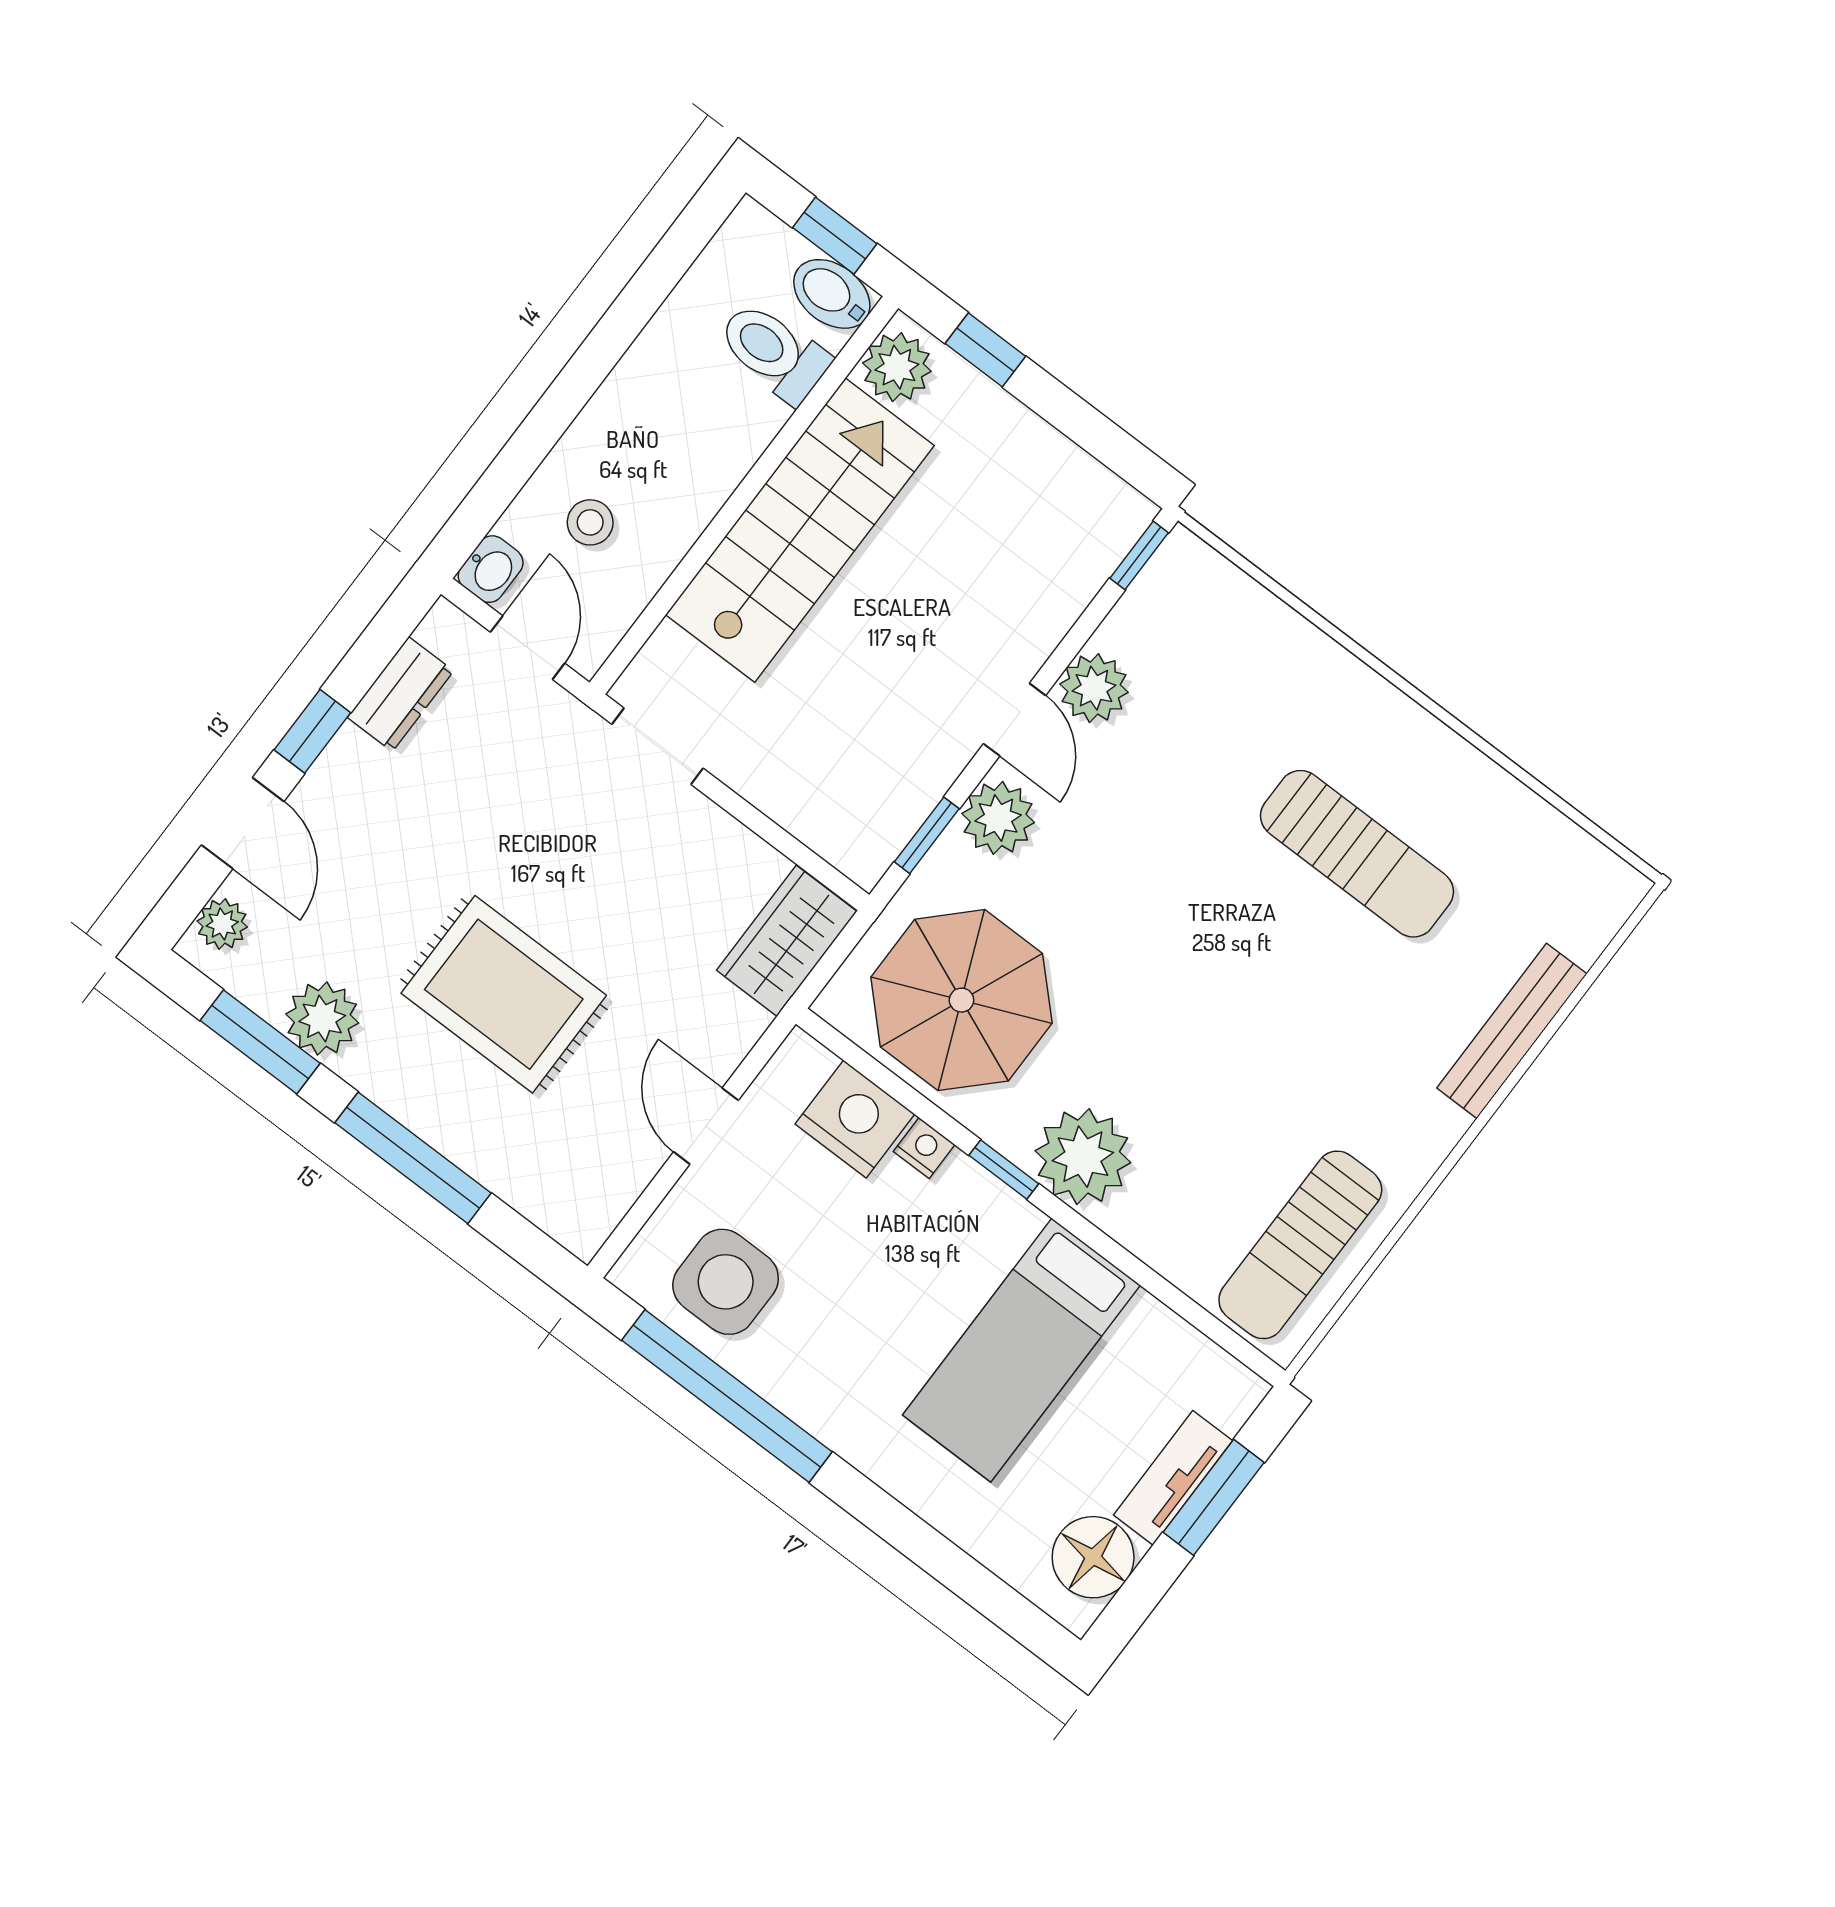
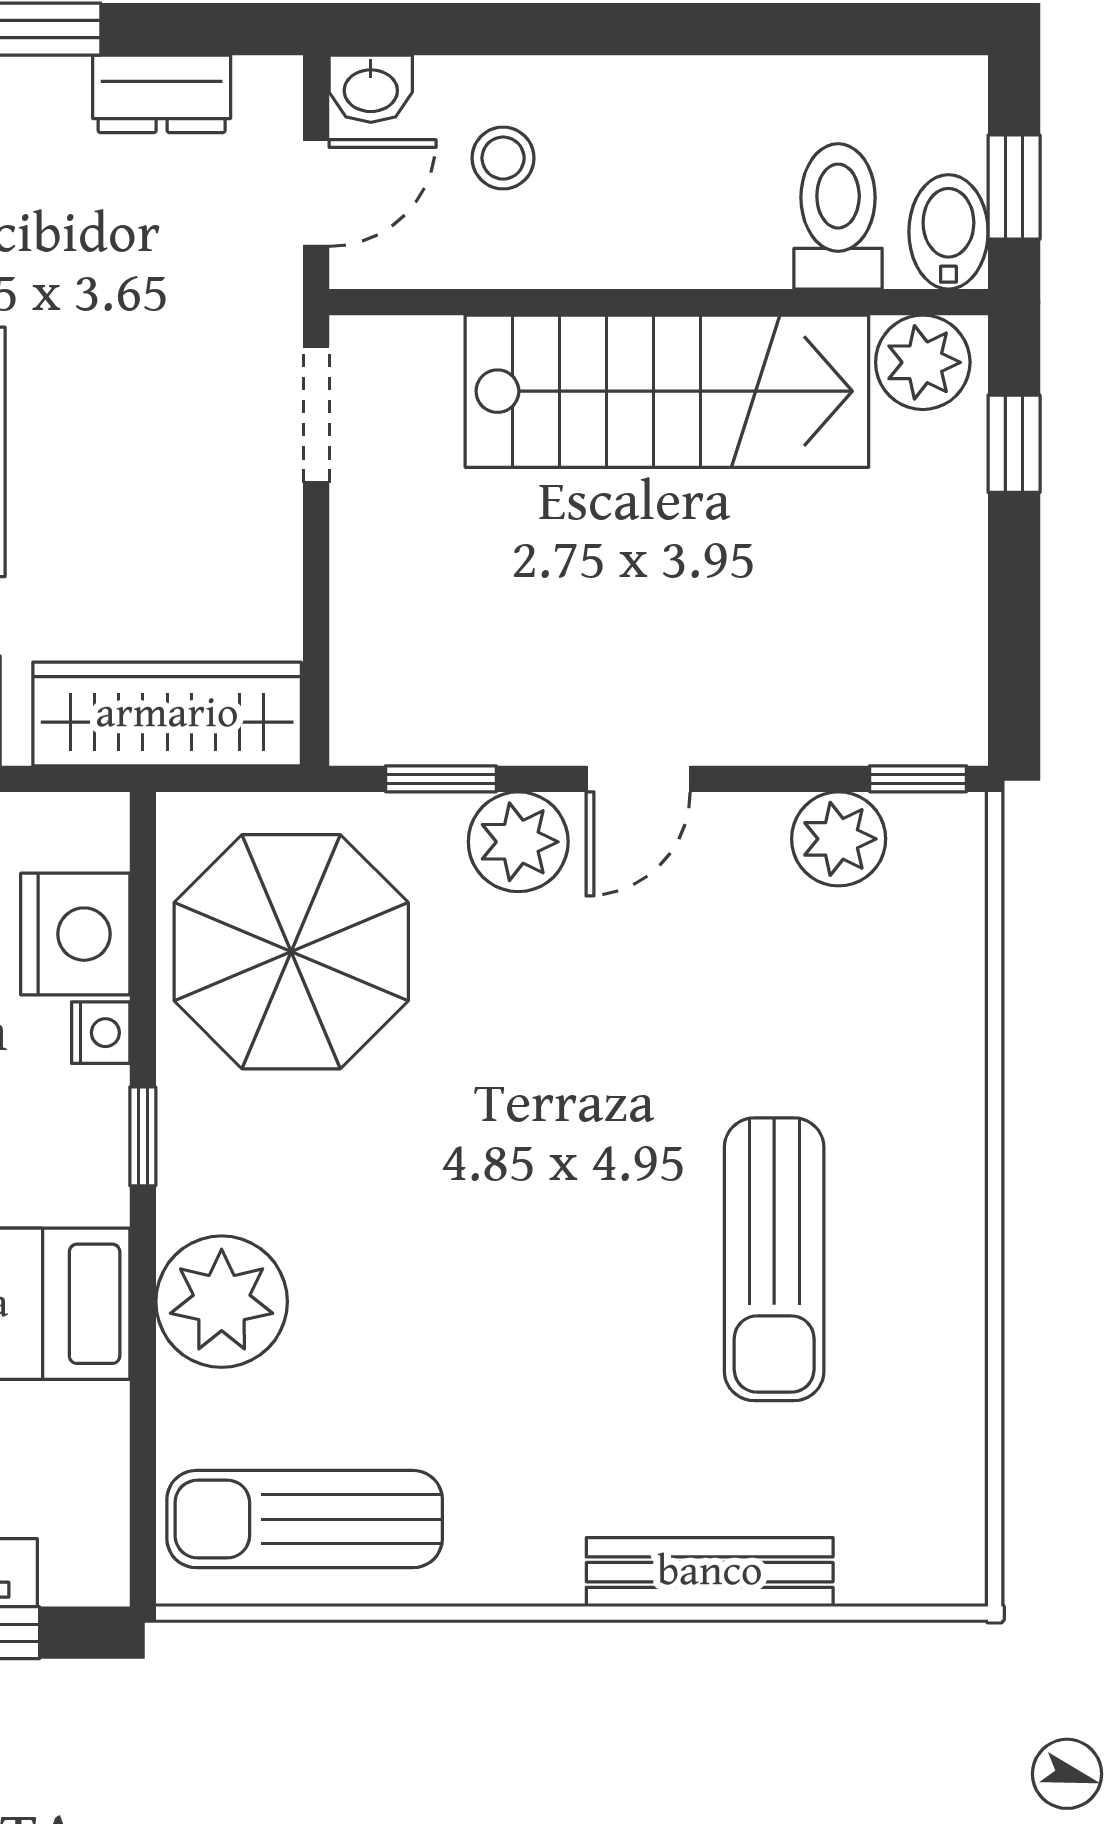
plant: (1094, 688) -> (839, 839), moved
wardrobe: (787, 941) -> (167, 714), width x1.50
plant: (1083, 1157) -> (222, 1302), moved

